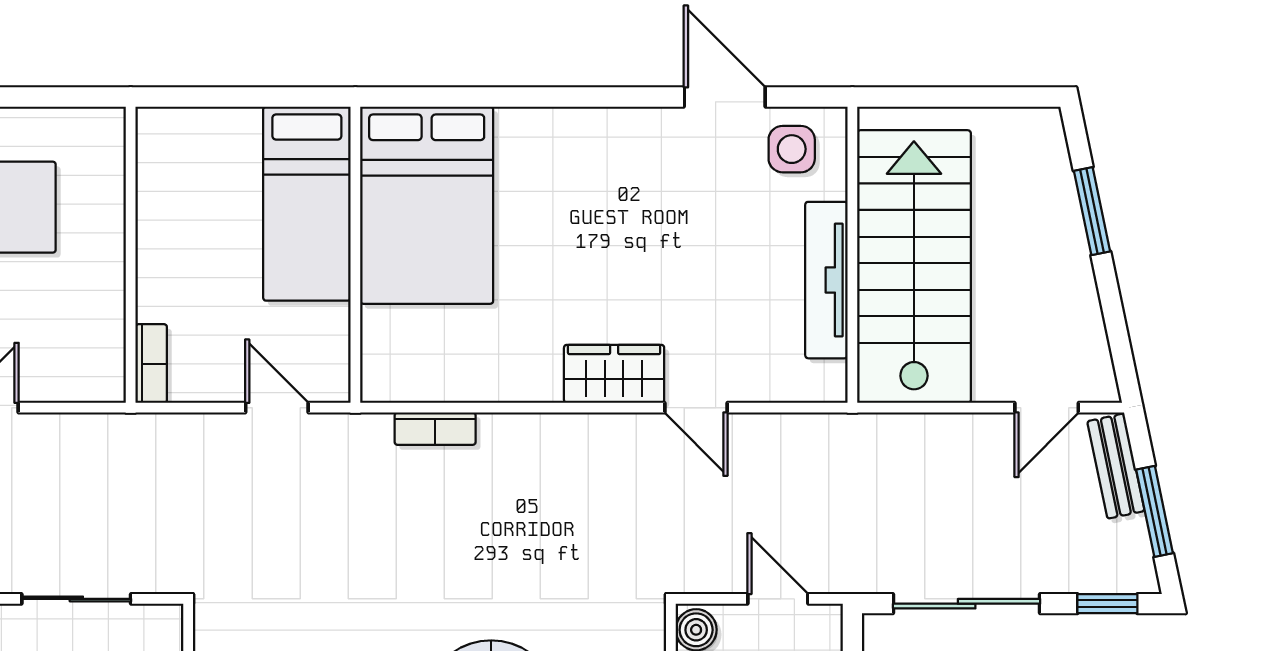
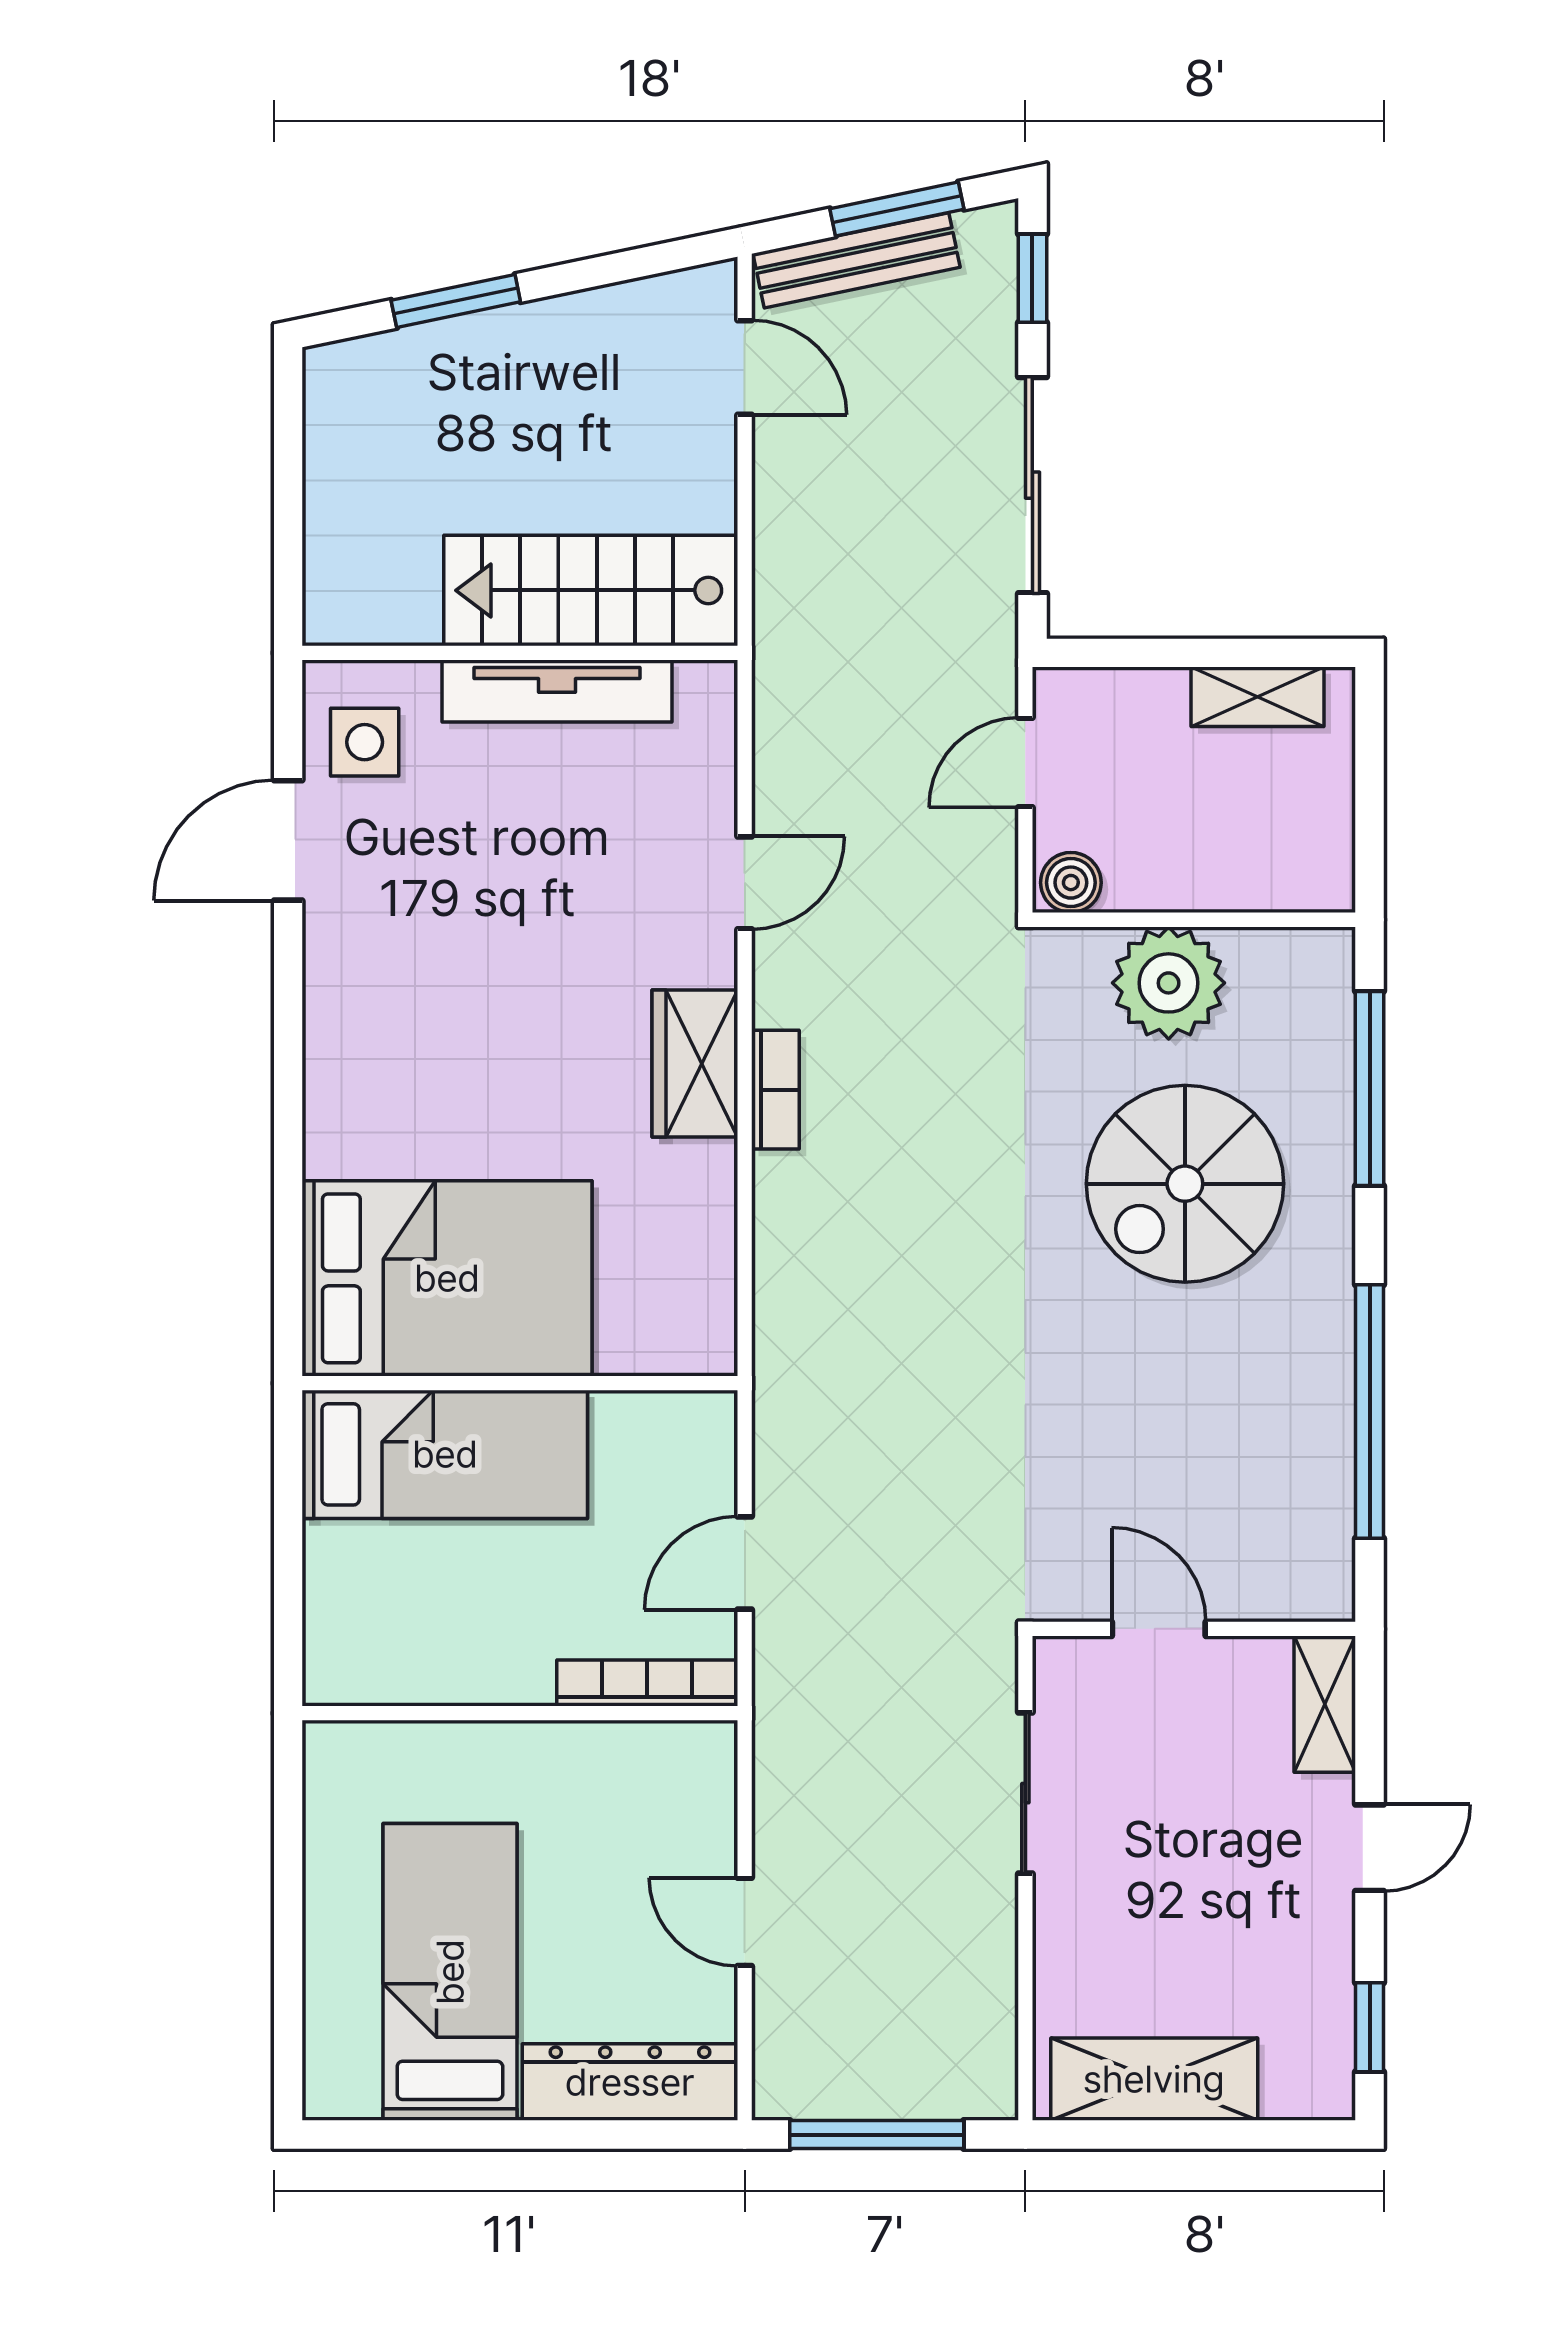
stairs: (914, 267) -> (591, 590), width x0.73, depth x0.66
bookcase: (151, 364) -> (647, 1683), width x1.56
wardrobe: (614, 374) -> (695, 1063), moved
door: (277, 408) -> (745, 1563), moved
bookcase: (435, 429) -> (775, 1090), moved
bench: (1116, 466) -> (857, 260), width x1.36

